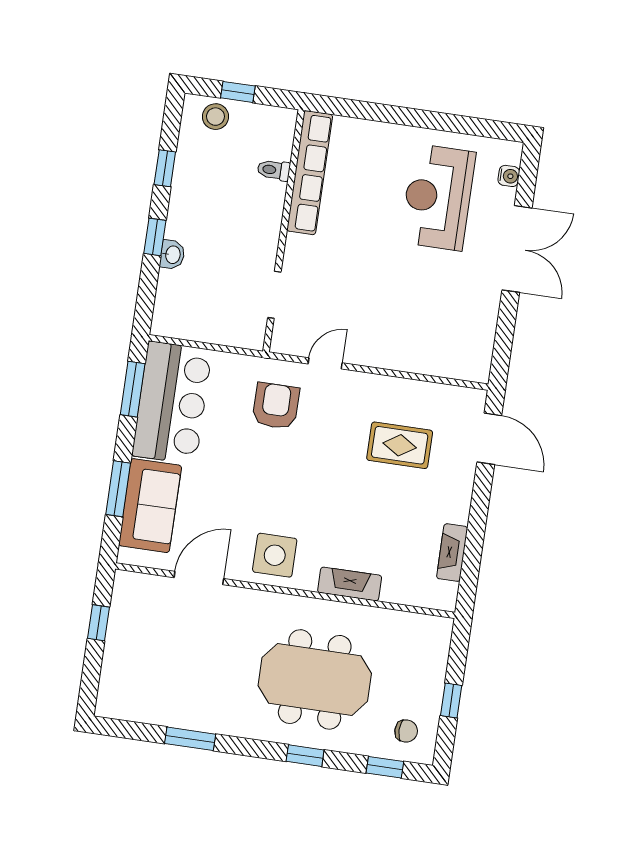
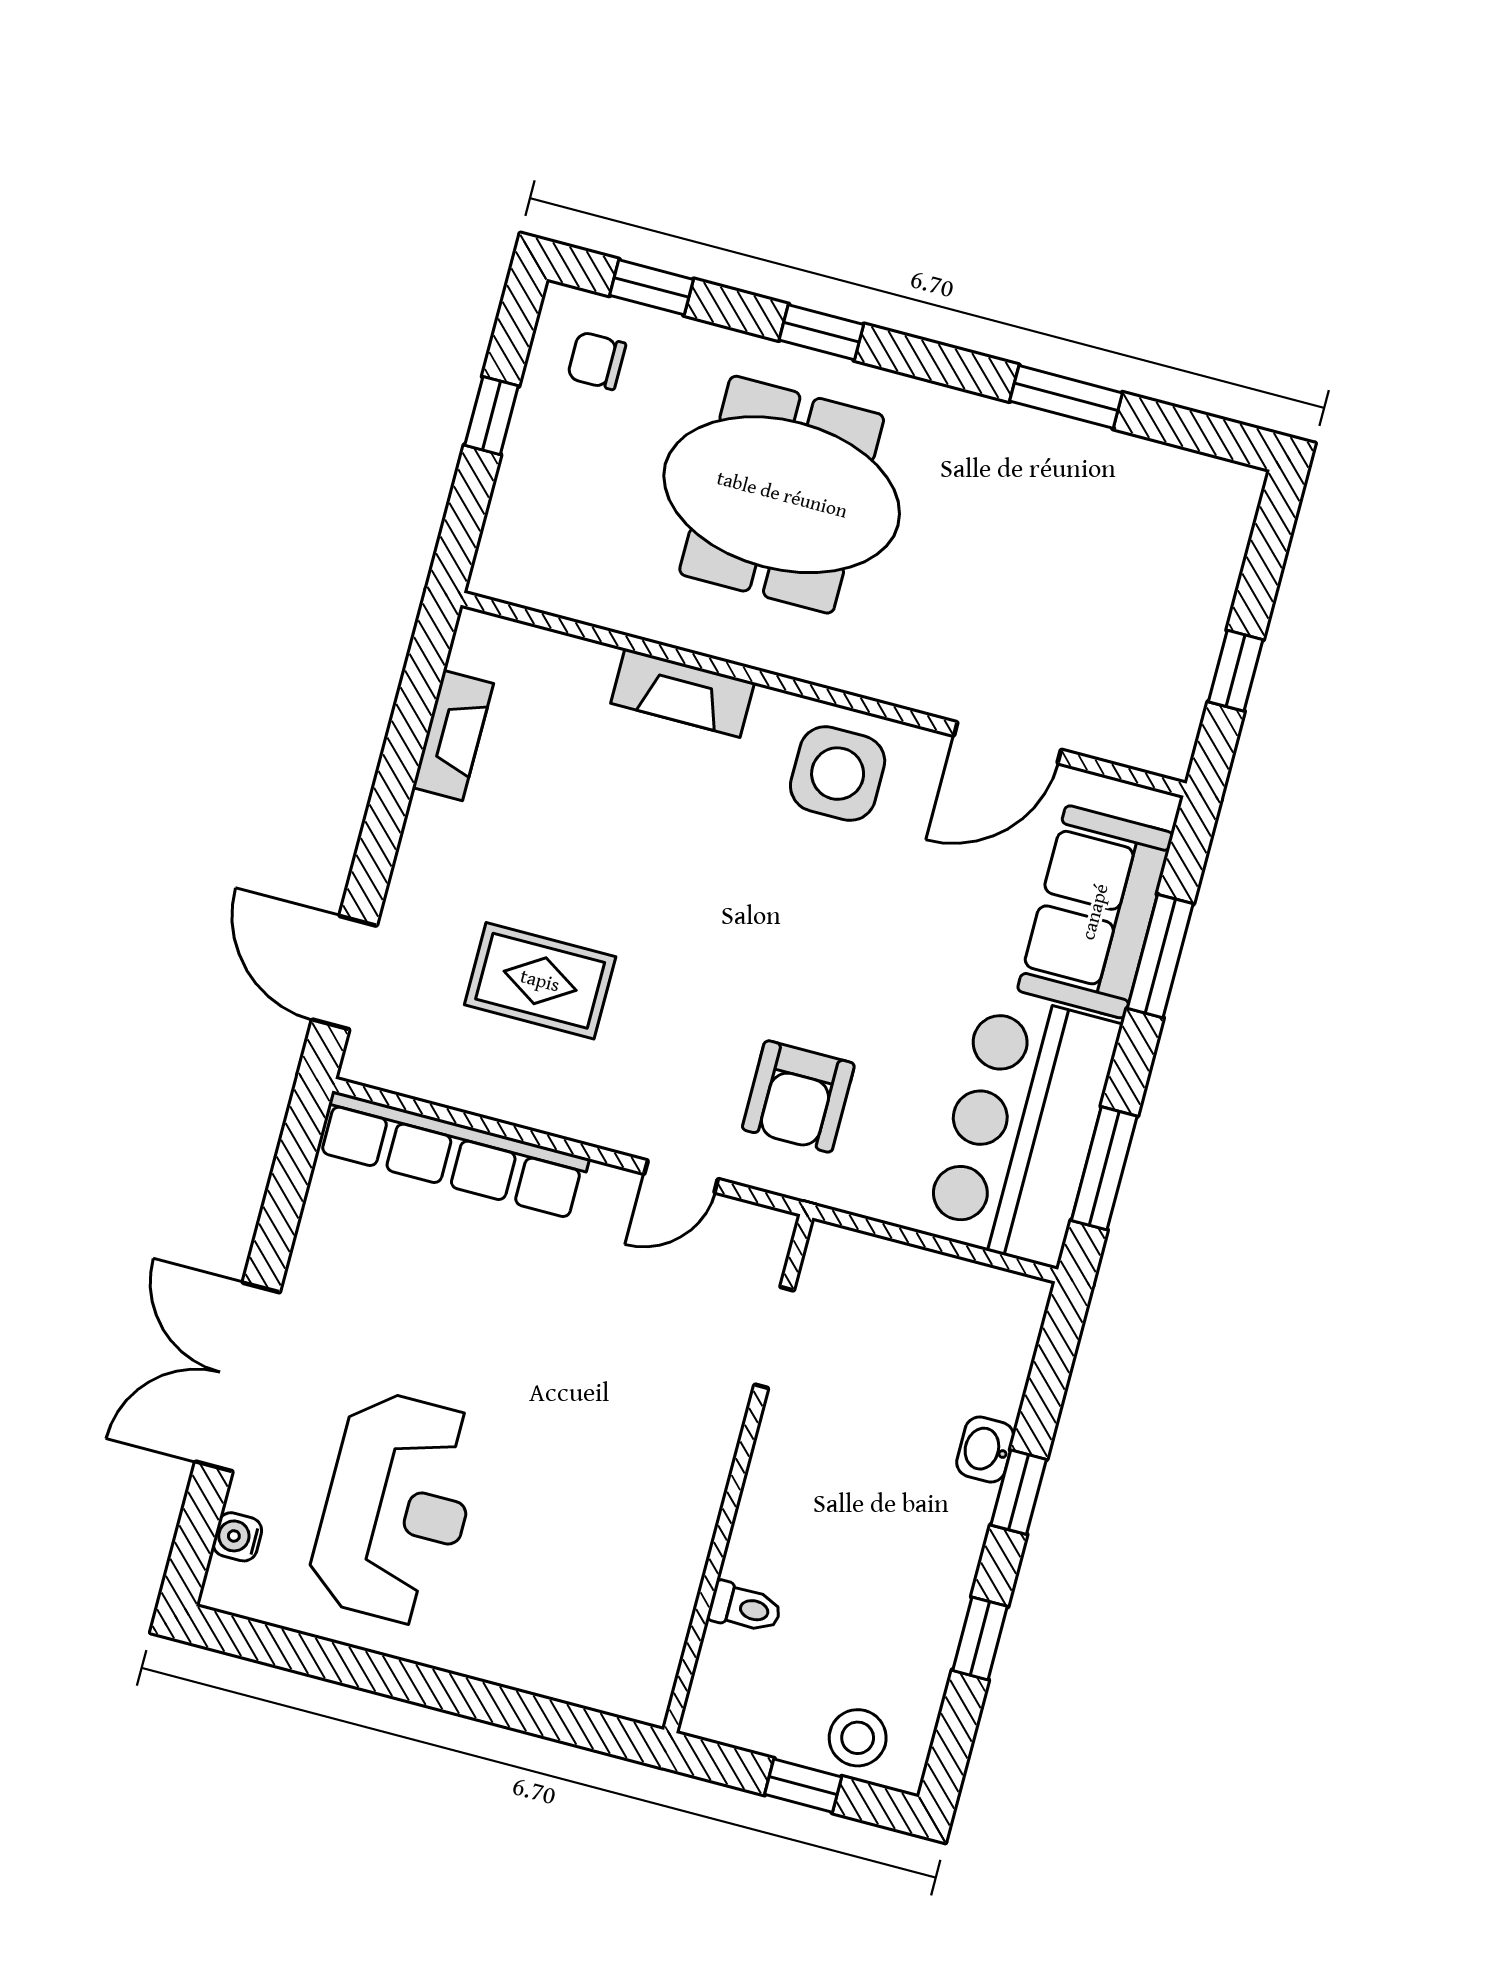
row of seats: (310, 173) -> (453, 1155), moved, turned -90

